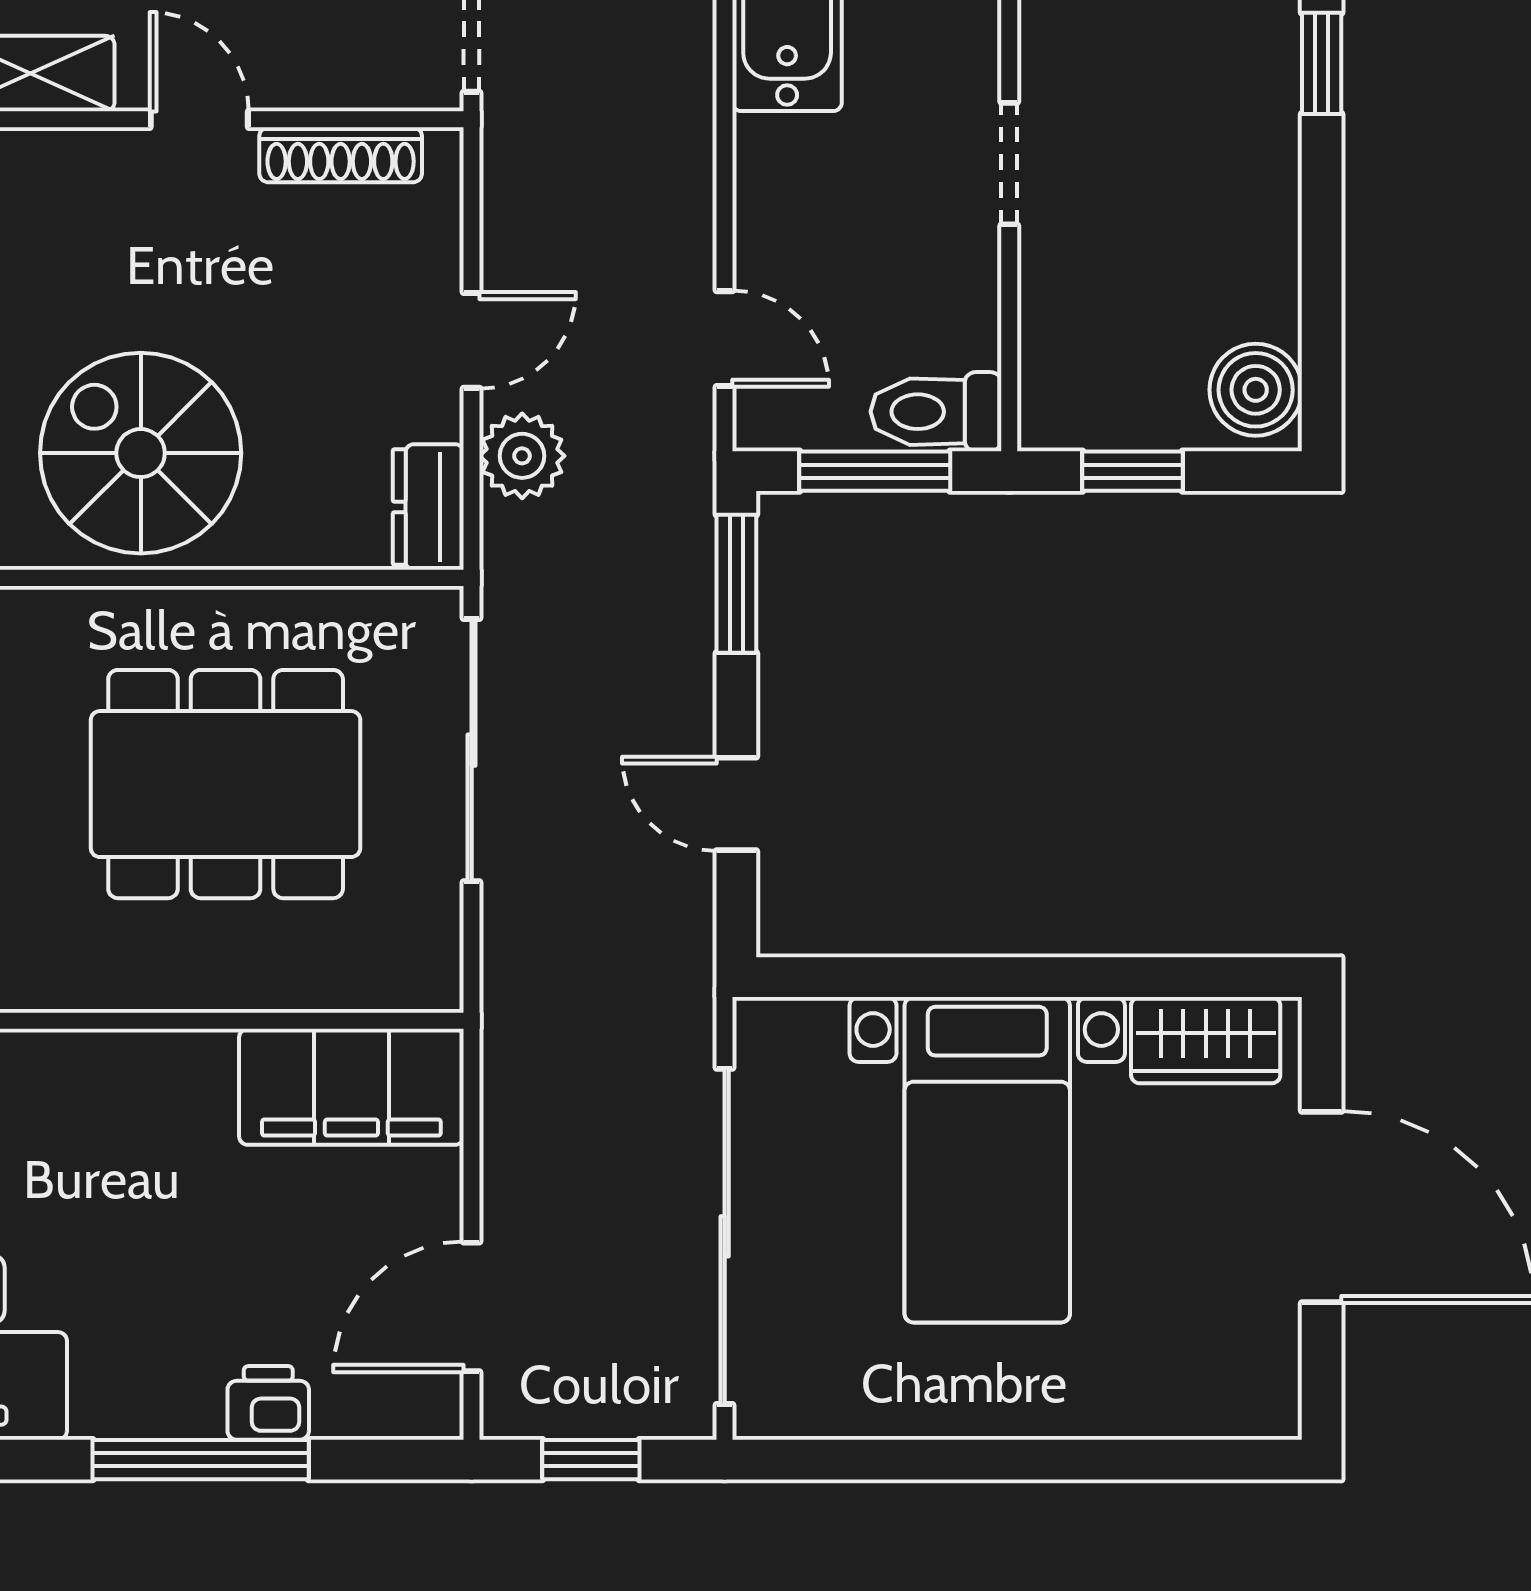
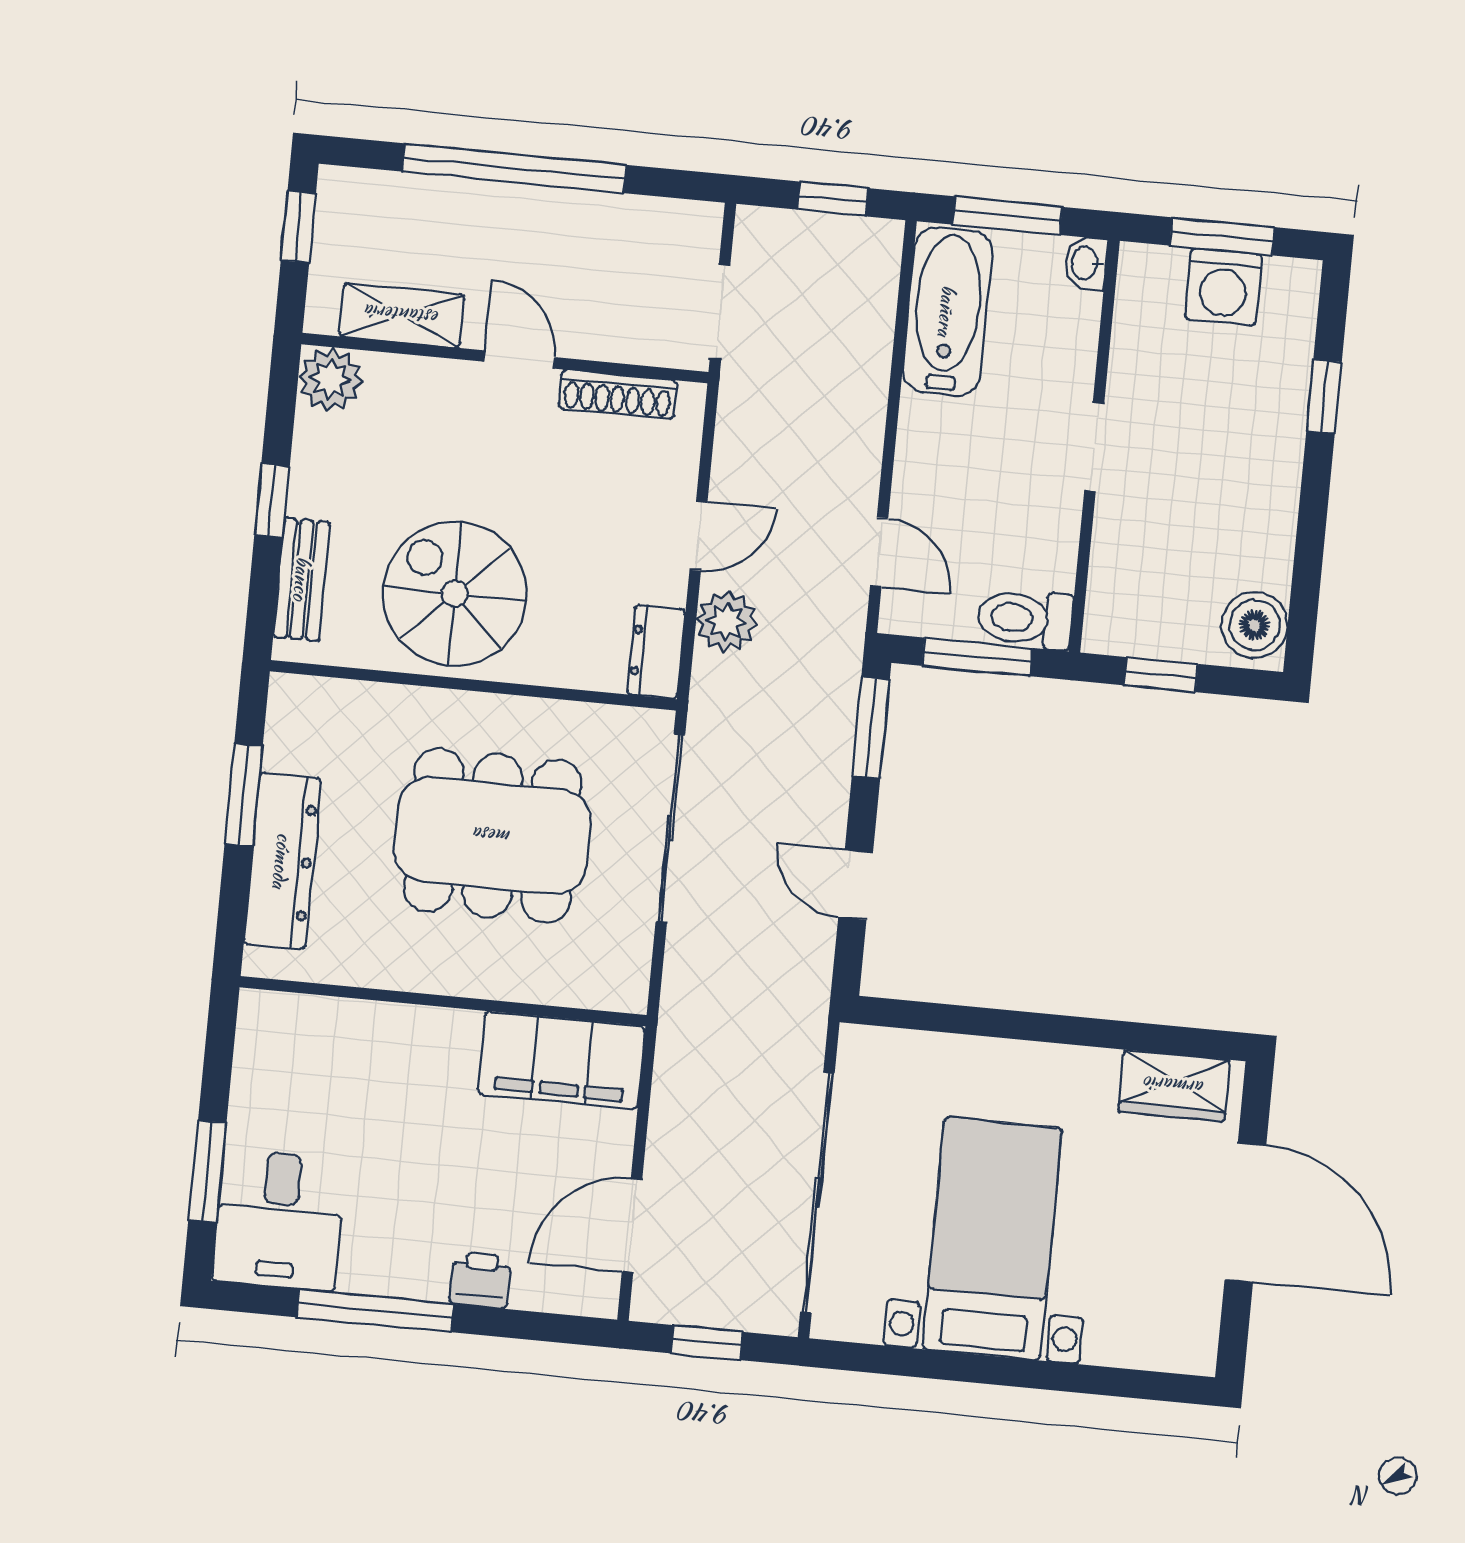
bed with nightstands: (987, 1160) -> (992, 1239), moved, turned 180
window: (201, 1460) -> (375, 1311), moved

